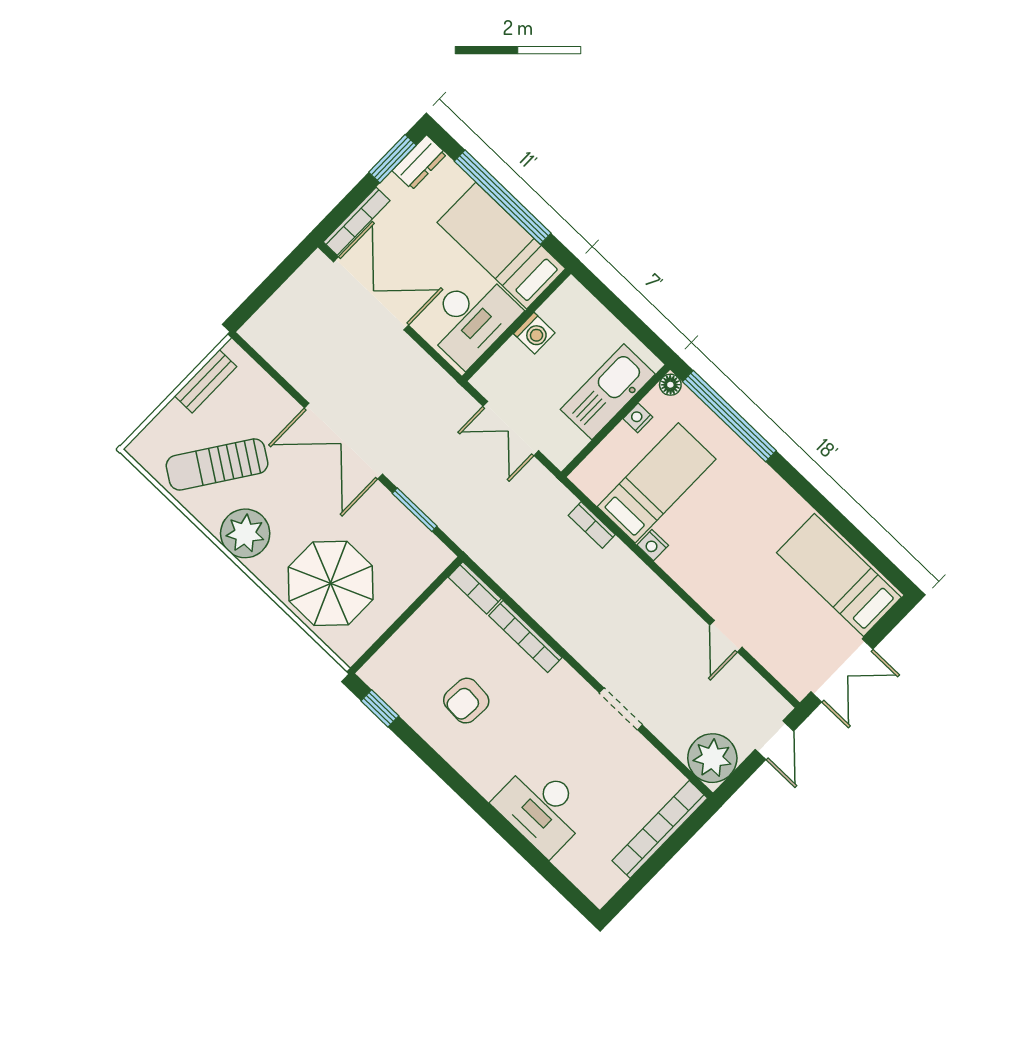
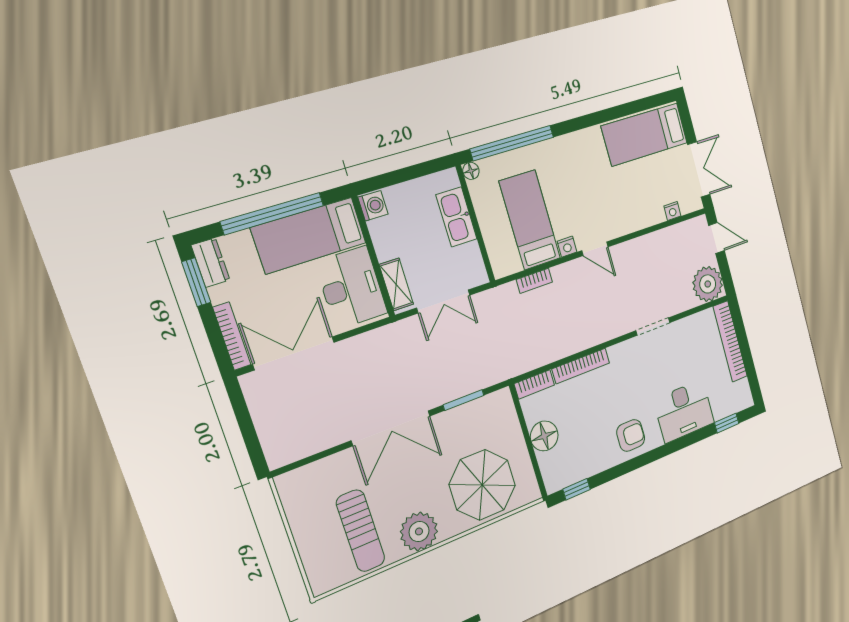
washing machine: (534, 333) -> (373, 206), moved
shelving: (501, 366) -> (396, 284), added
bench: (206, 381) -> (295, 512), removed
kitchen sink: (608, 392) -> (456, 217), width x0.73, depth x0.81
nightstand: (638, 418) -> (672, 211), moved, turned -90
sun lounger: (217, 464) -> (361, 531), turned -34
floor lamp: (422, 632) -> (544, 436), added
door: (726, 636) -> (595, 249), moved
armchair: (466, 701) -> (631, 435), moved, turned -94
window: (557, 880) -> (727, 423), added

